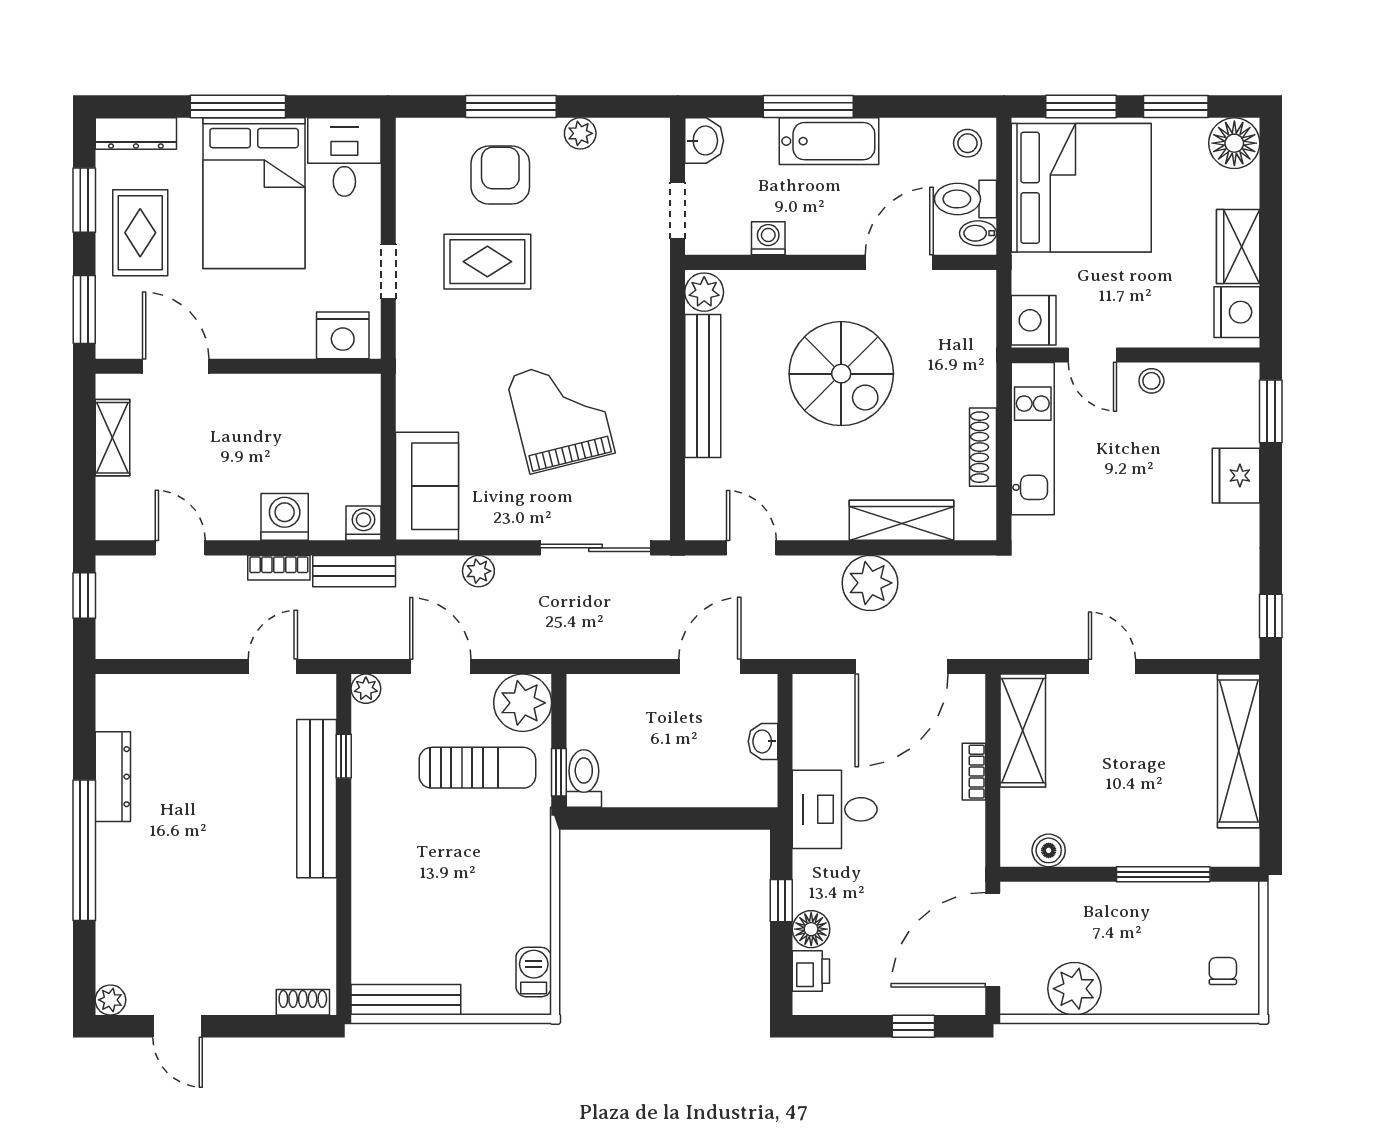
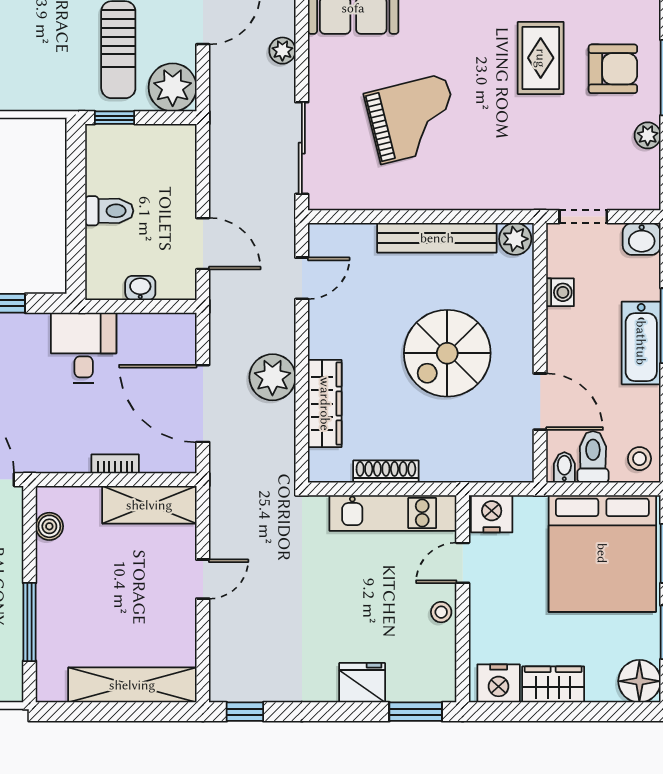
toilet: (584, 779) -> (109, 211), moved

